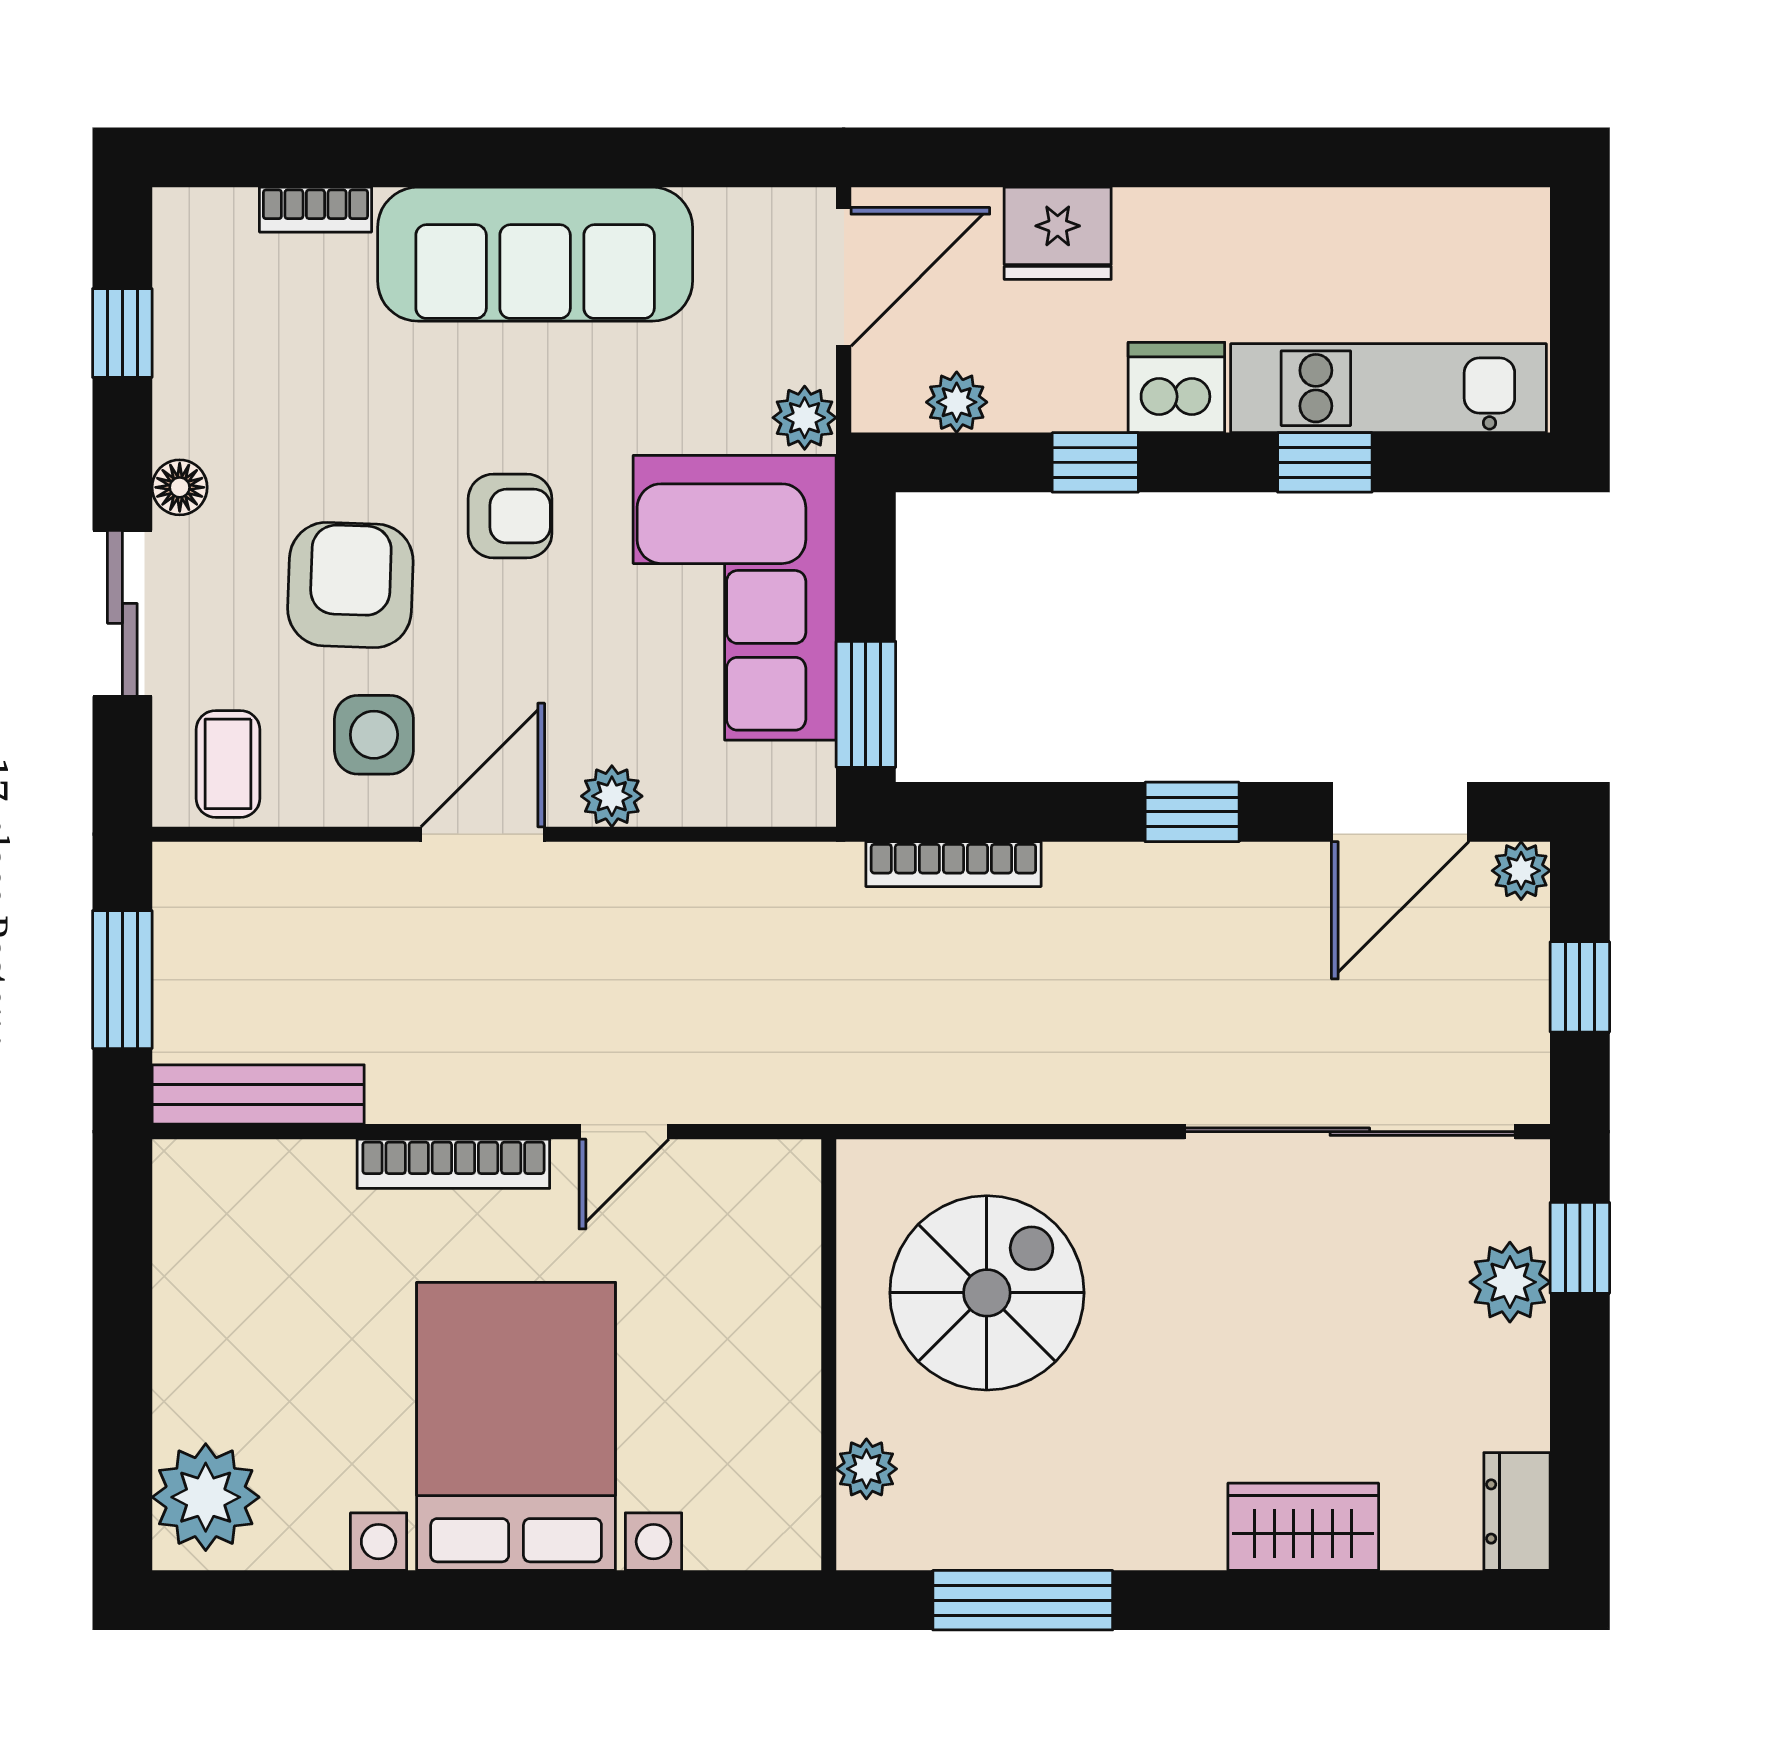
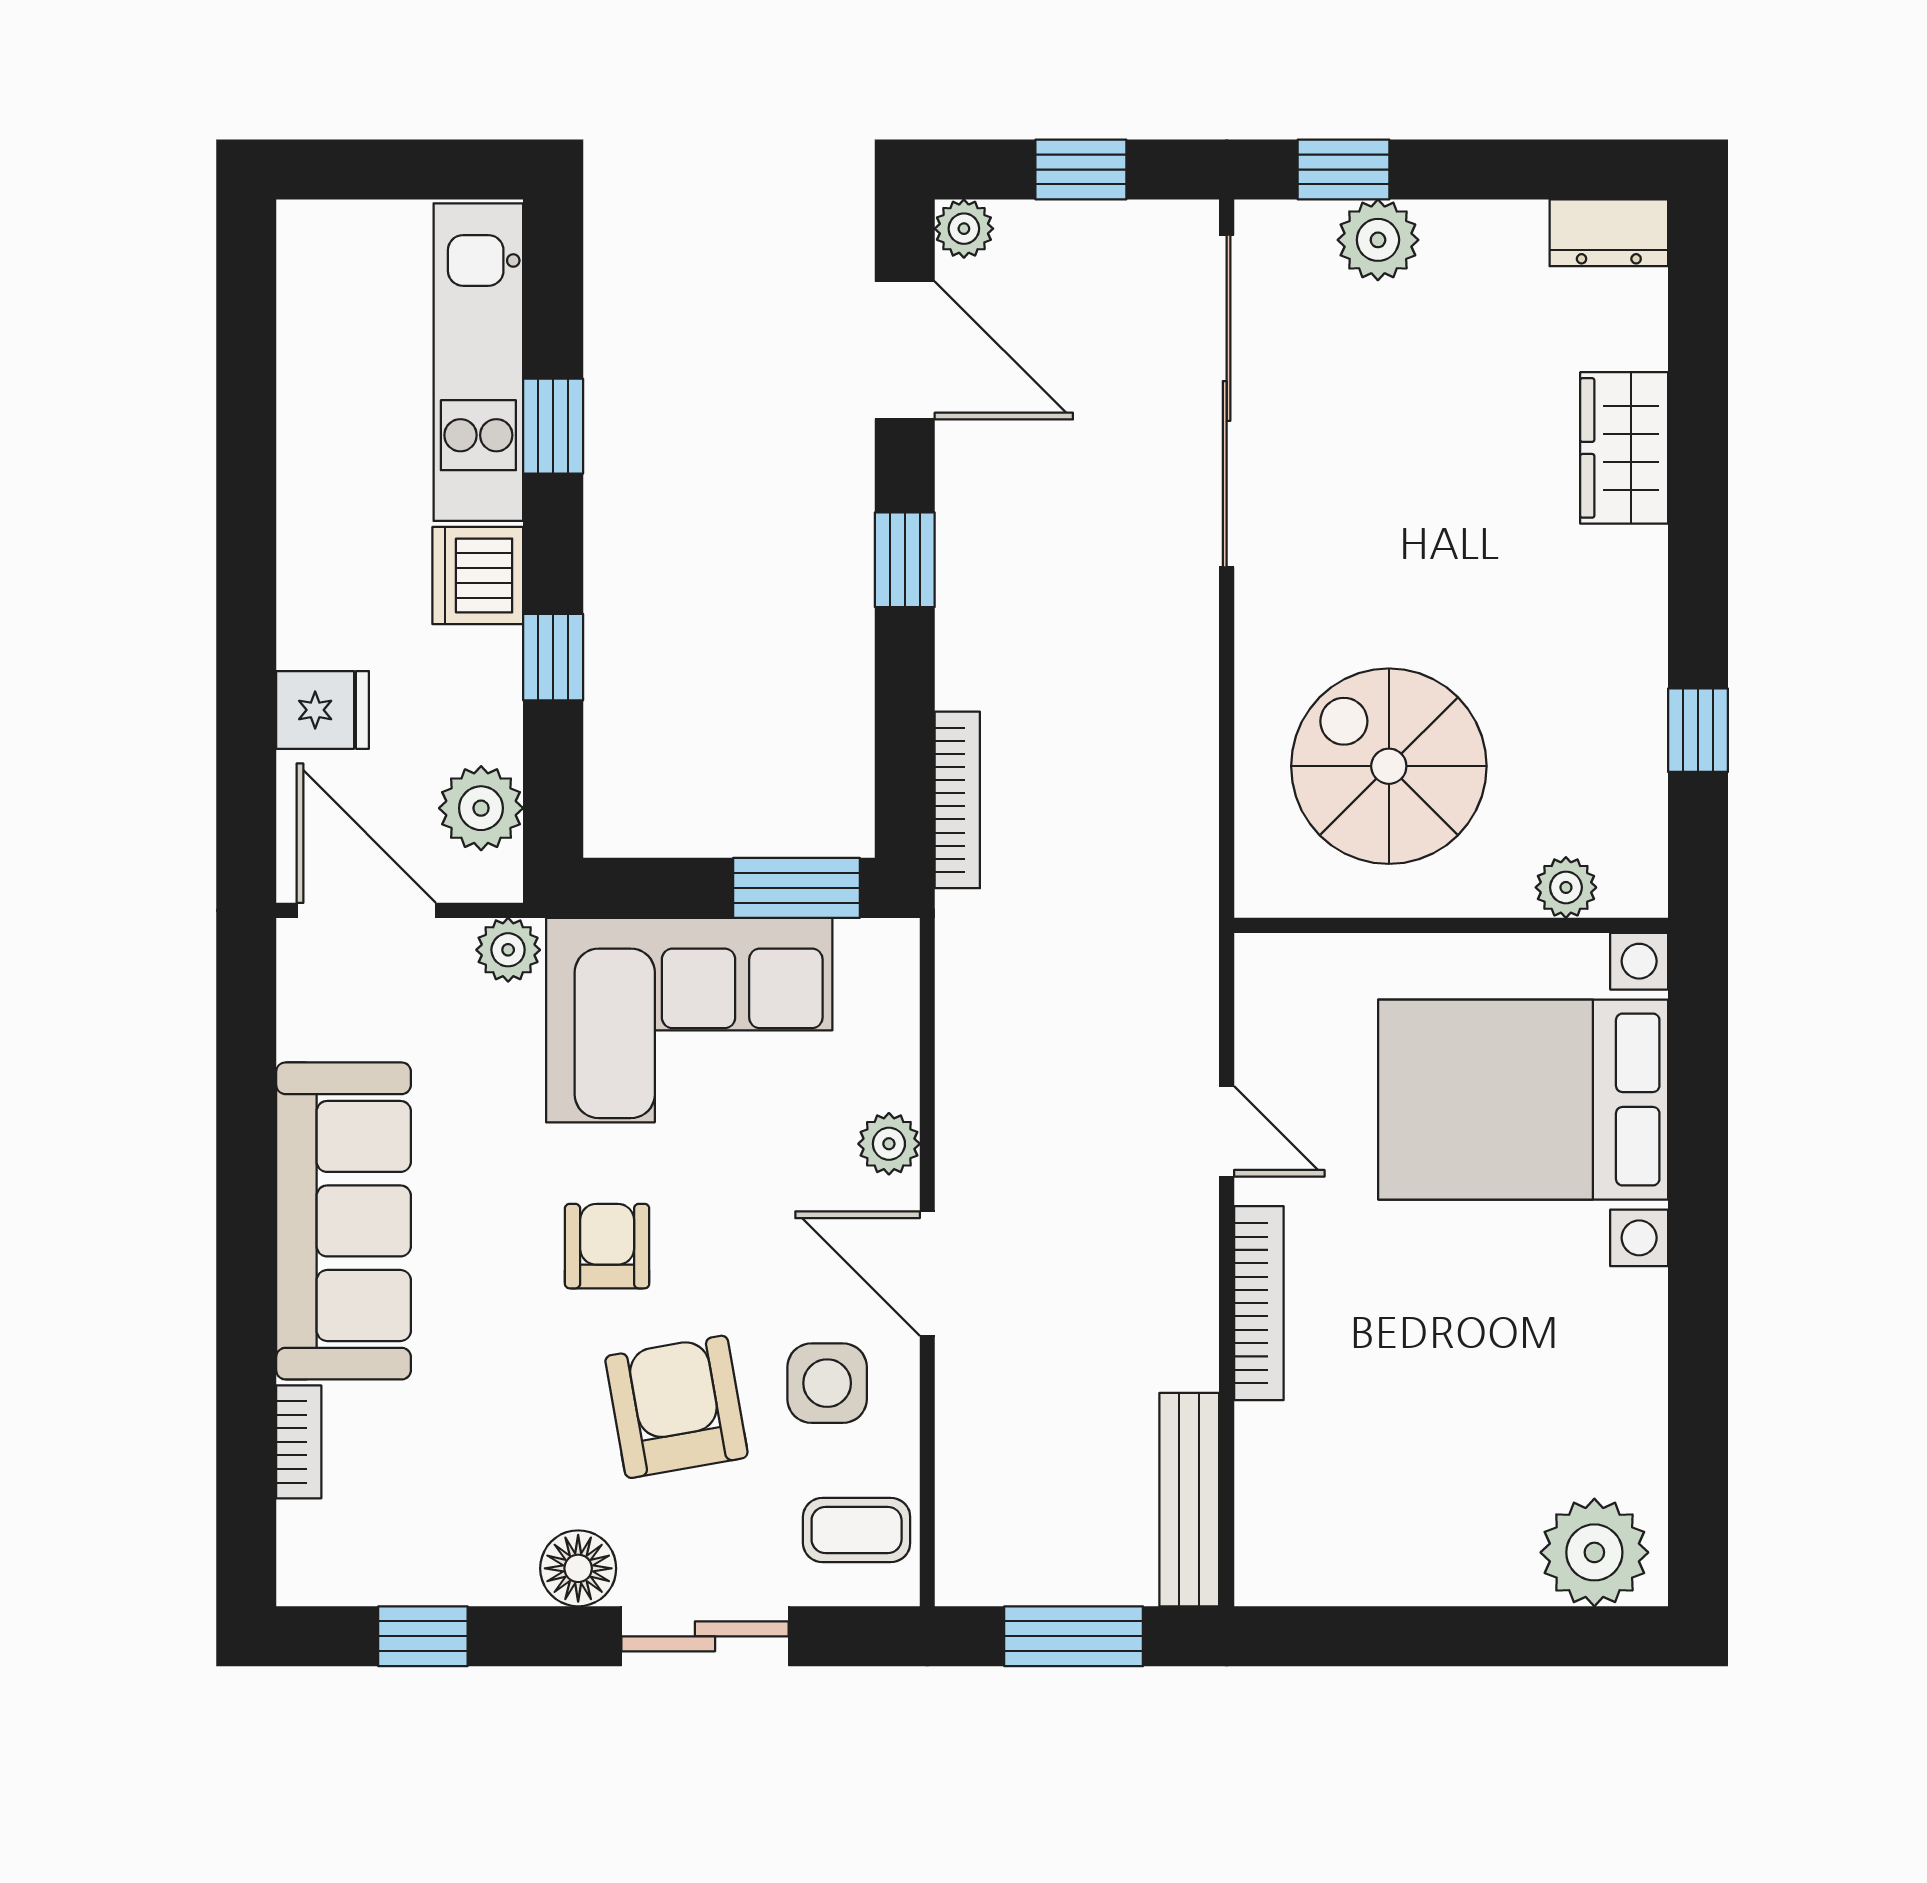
fridge: (1058, 233) -> (323, 710), width x0.72
plant: (957, 402) -> (481, 808), width x1.38, depth x1.38
floor lamp: (180, 487) -> (578, 1568), width x1.37, depth x1.37
armchair: (350, 585) -> (676, 1407), turned 78
bed with nightstands: (516, 1426) -> (1523, 1100), moved
window: (1023, 1600) -> (1698, 730), width x0.46

